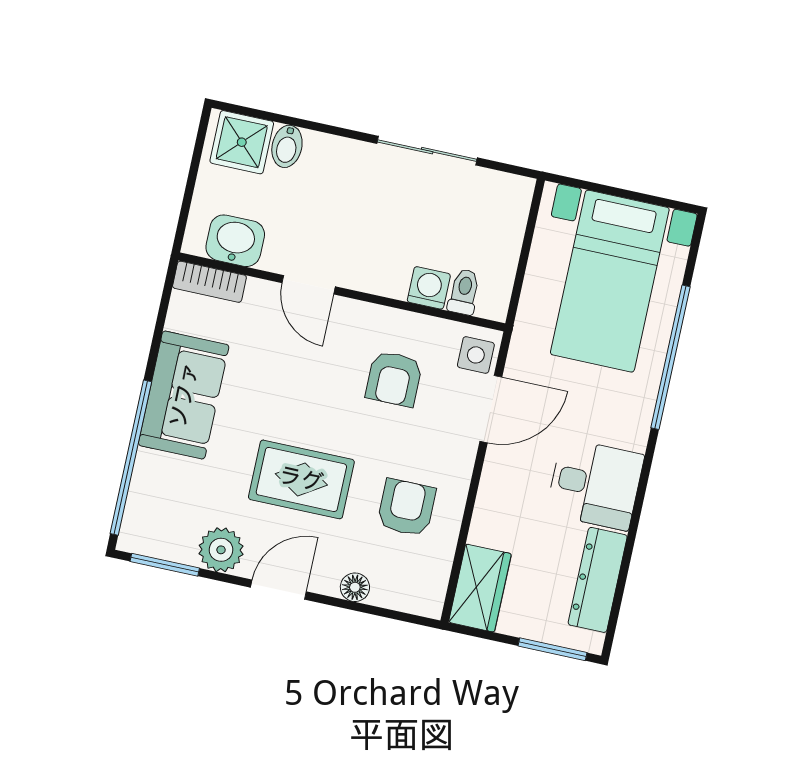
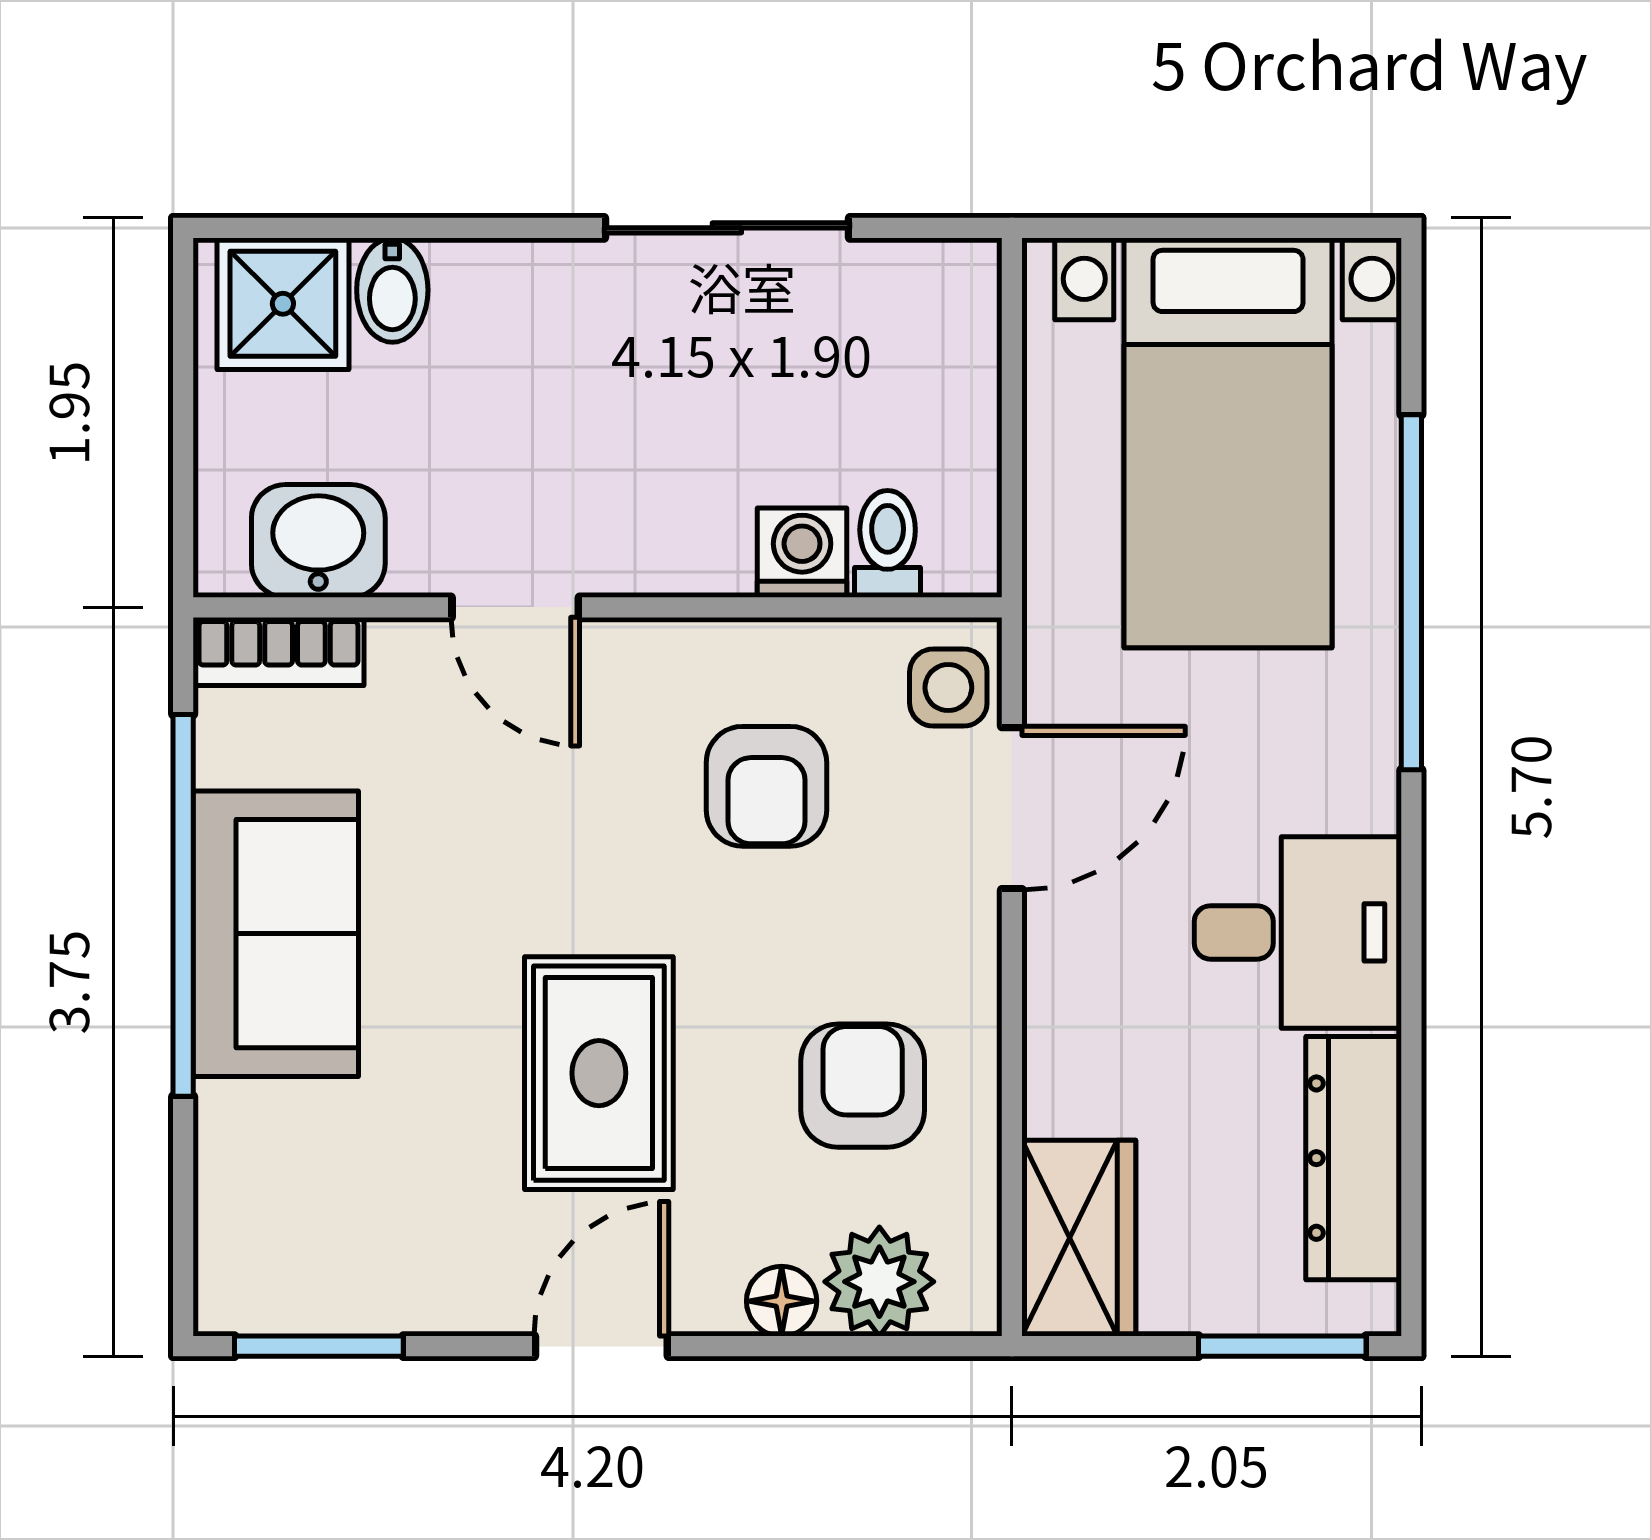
window: (131, 458) -> (183, 905), moved
rug: (301, 479) -> (599, 1073), turned 90
plant: (221, 550) -> (879, 1282), moved

